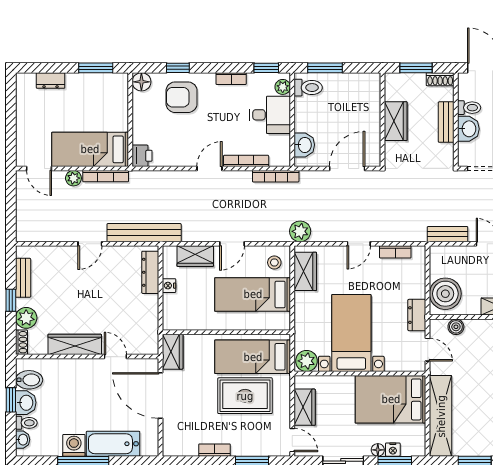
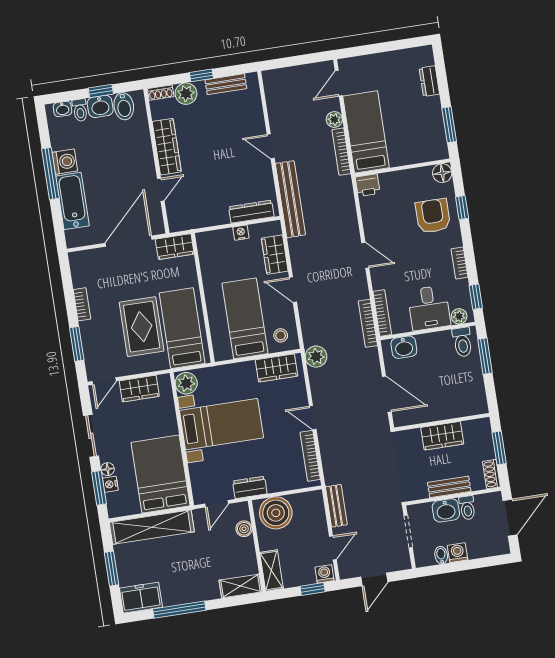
bookcase: (246, 161) -> (382, 313), moved
bookcase: (395, 252) -> (310, 456), width x1.56

